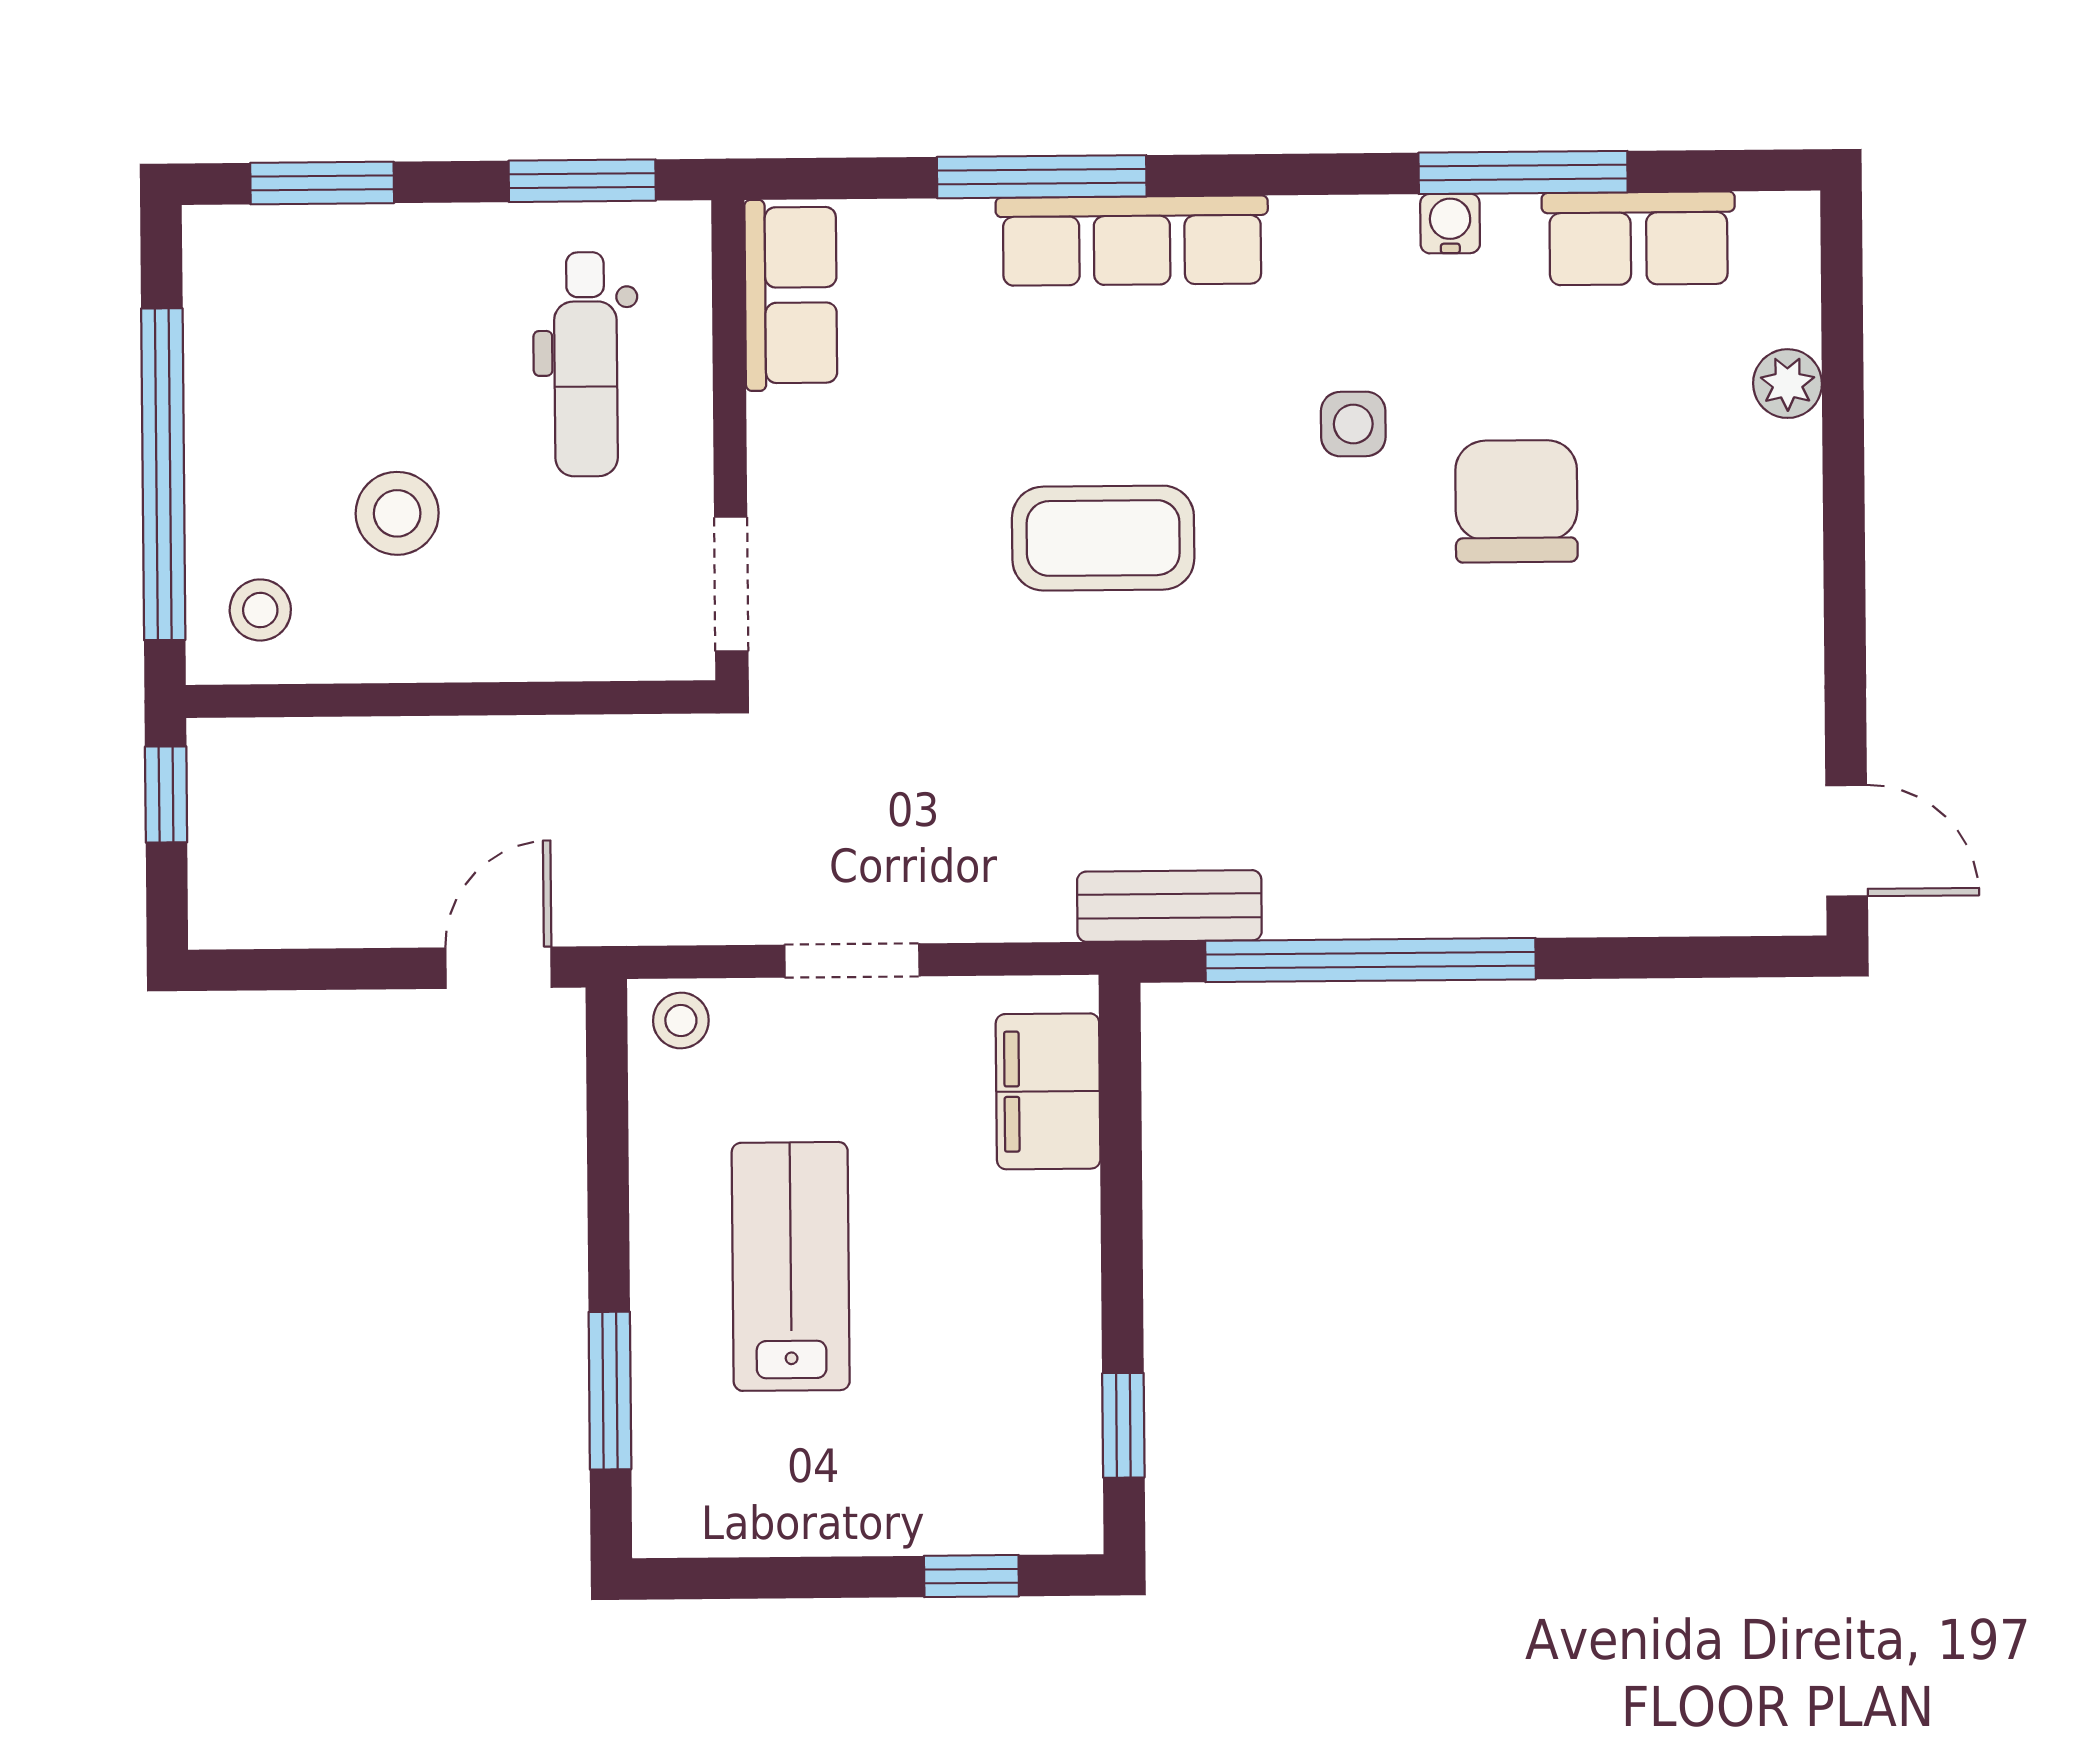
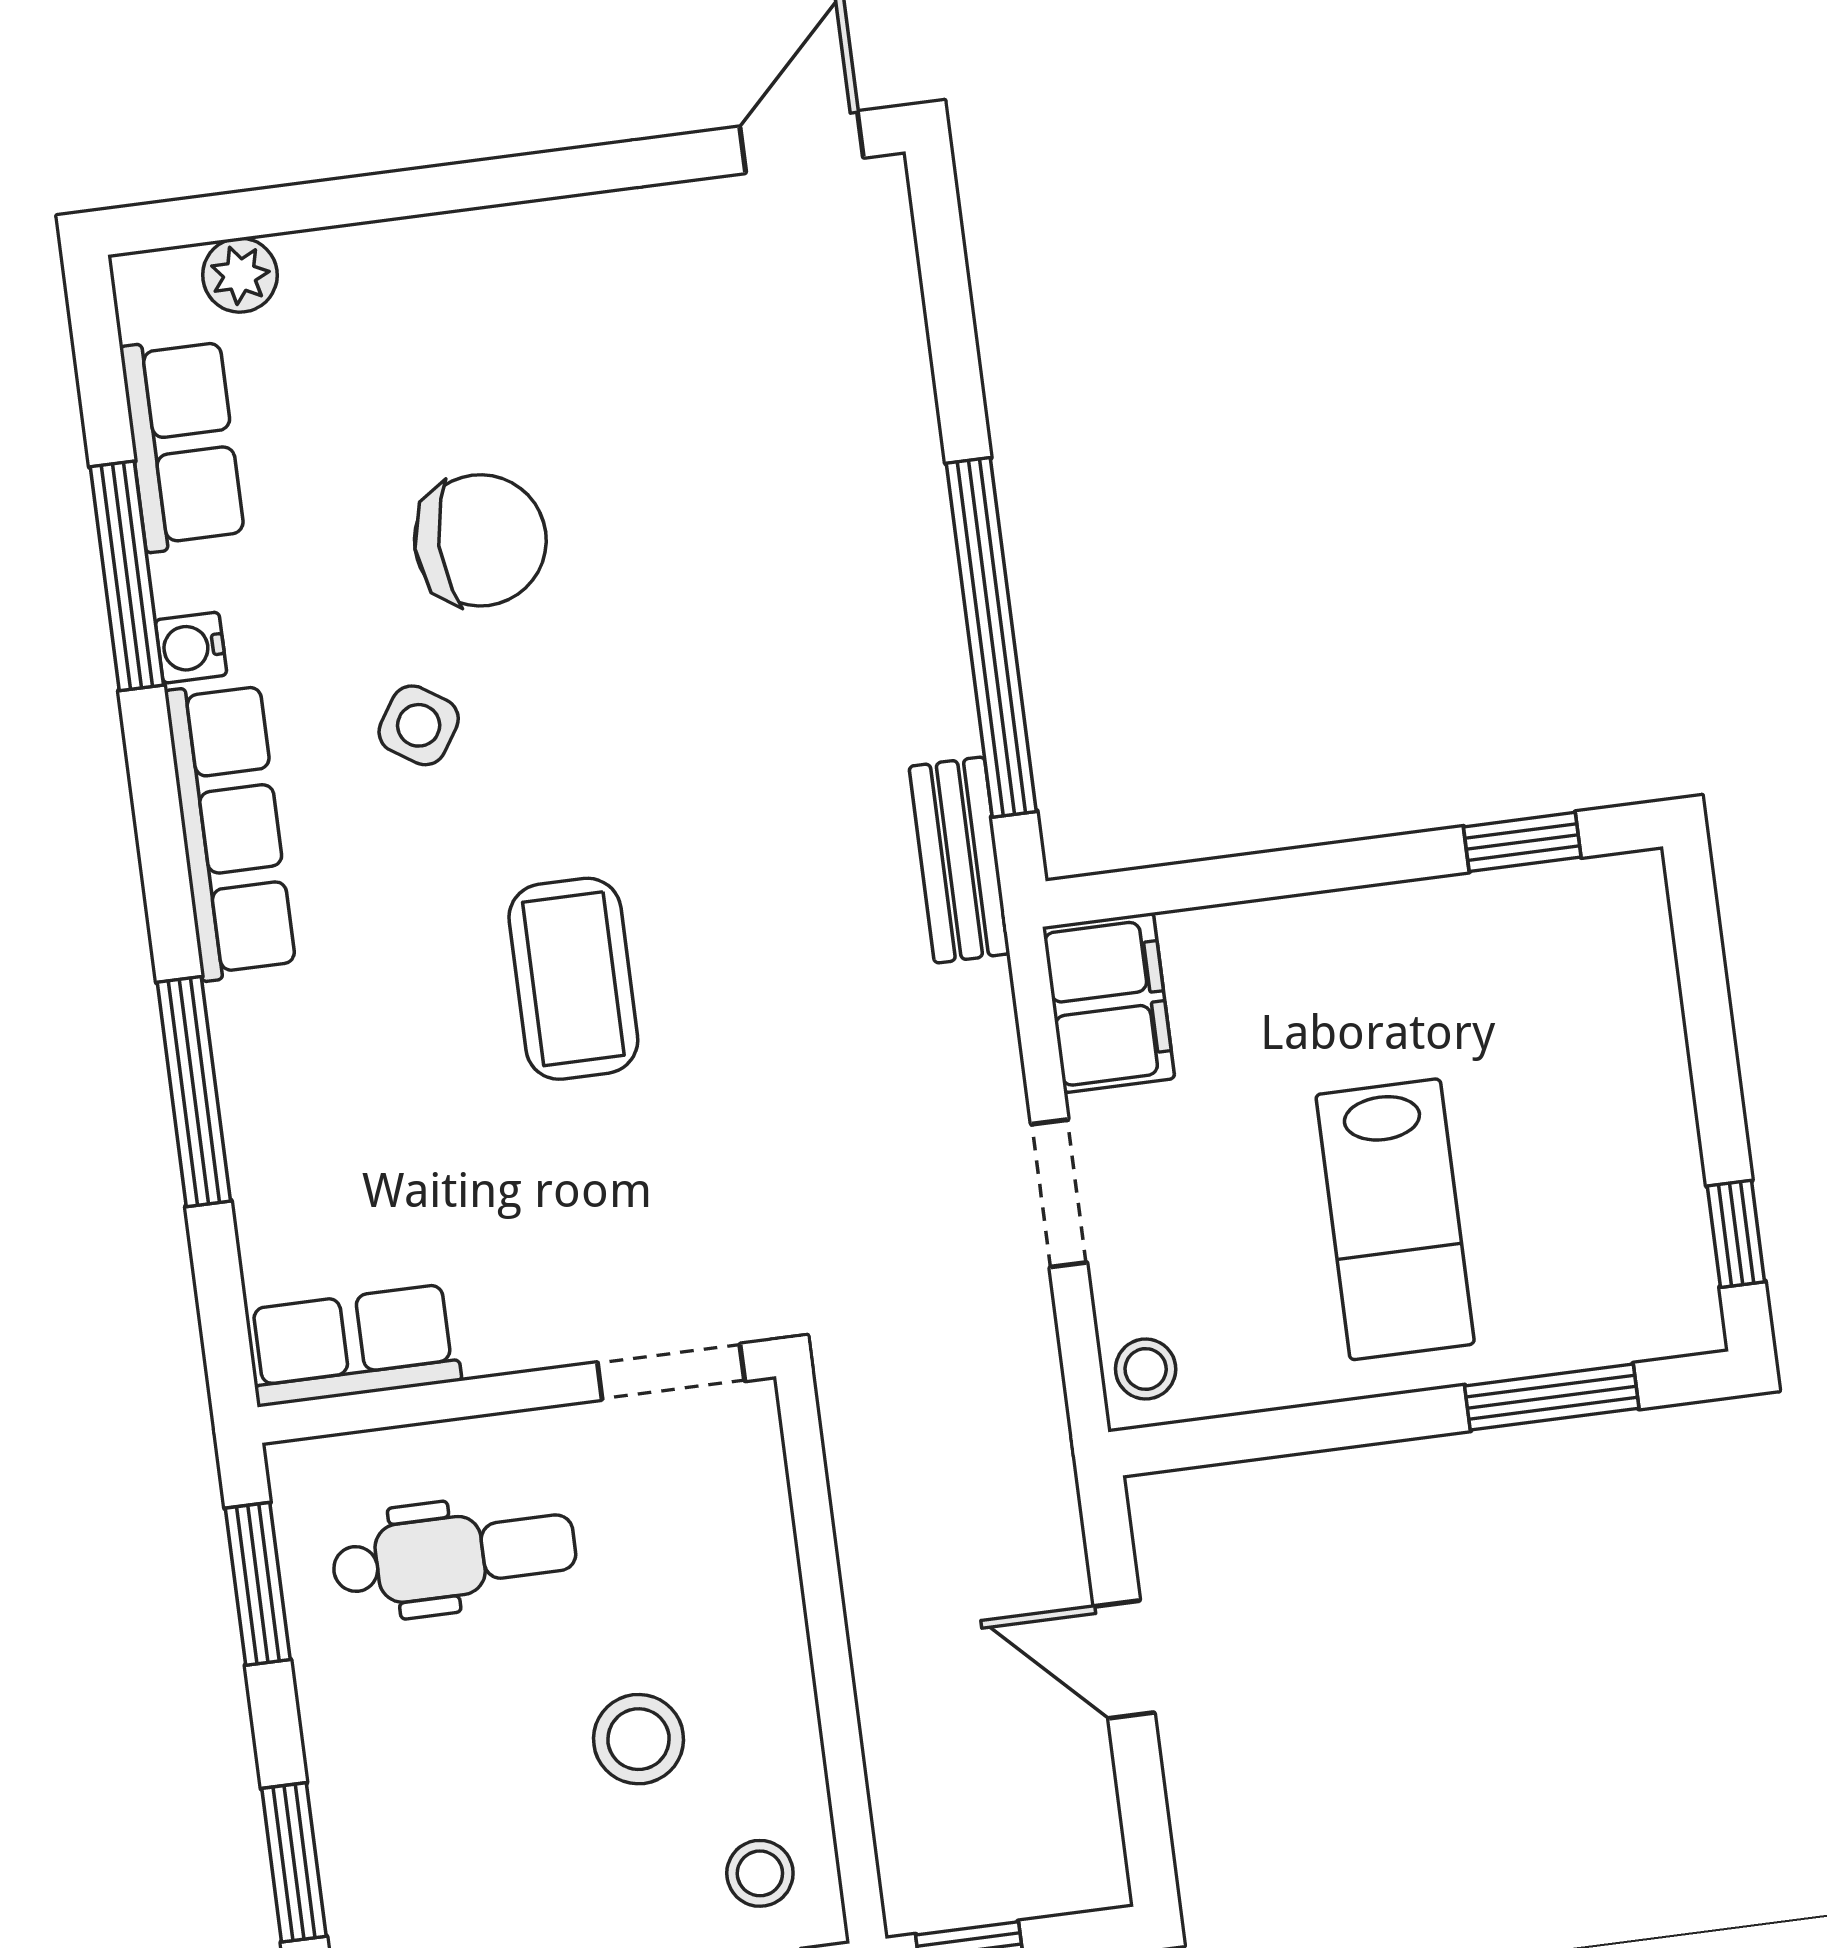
row of seats: (1132, 241) -> (230, 830), moved
plant: (1788, 384) -> (240, 275), moved
side table: (1353, 424) -> (419, 725), turned 33
chair: (1516, 501) -> (480, 540), turned 180
door: (499, 968) -> (1124, 1660), moved
filing cabinet: (1048, 1091) -> (1109, 1003), moved, turned -90
lab bench: (791, 1266) -> (1395, 1219), turned -90
window: (971, 1576) -> (1736, 1234), moved

